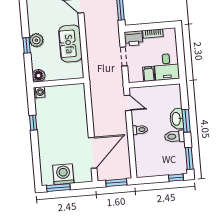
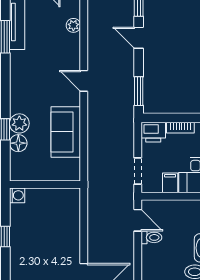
doorway: (124, 56) -> (138, 171), moved
floor lamp: (39, 76) -> (18, 143), moved
toilet: (140, 130) -> (151, 237), moved

